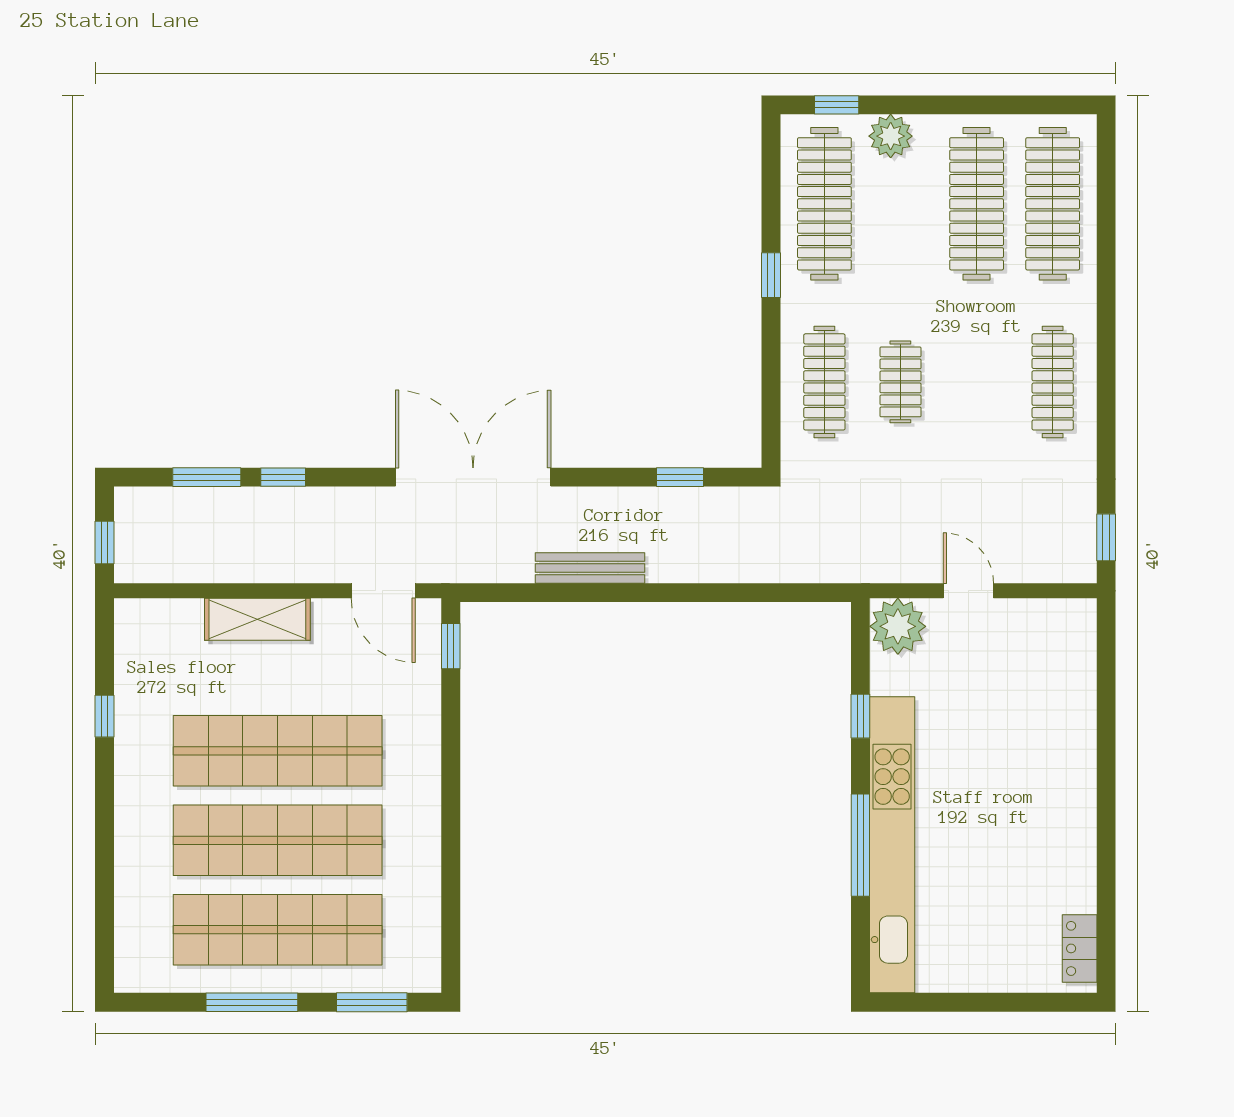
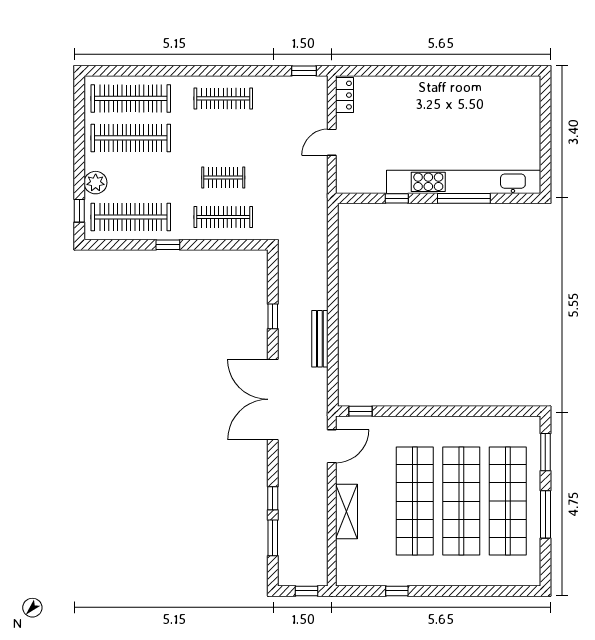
window: (680, 477) -> (273, 316), moved
plant: (898, 626) -> (350, 179), removed
locker: (1080, 948) -> (344, 95), moved, turned -90

